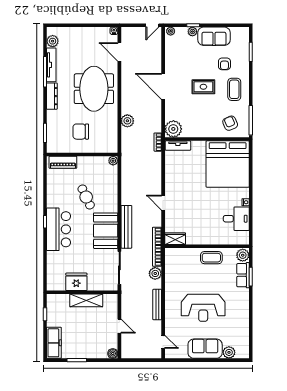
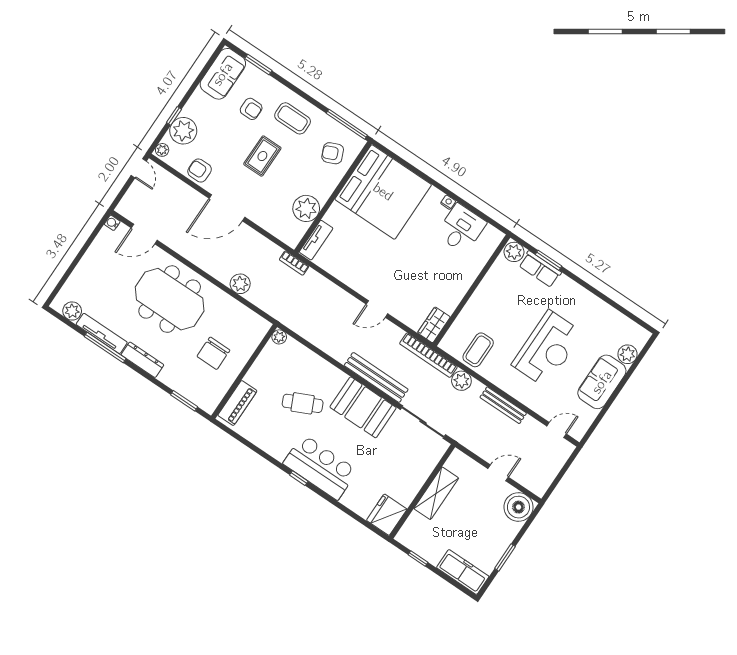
plant: (192, 32) -> (183, 131), width x1.87, depth x1.87
sofa: (214, 36) -> (223, 74), moved
armchair: (173, 59) -> (200, 170), added
plant: (173, 129) -> (306, 208), moved
coffee table: (211, 258) -> (478, 350), moved
fridge: (76, 282) -> (387, 515), moved
boiler: (113, 354) -> (518, 507), width x1.86, depth x1.86

